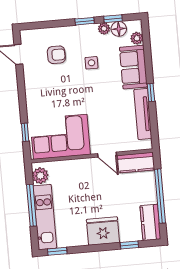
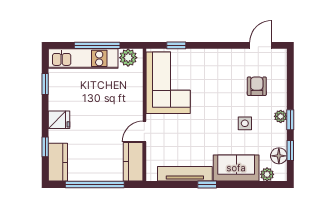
plant: (104, 29) -> (281, 116), moved
armchair: (56, 55) -> (257, 86), turned 180
kitchen counter: (150, 222) -> (58, 162), moved, turned 90
fridge: (103, 231) -> (59, 120), width x0.53, depth x0.75
window: (57, 251) -> (45, 84), moved

